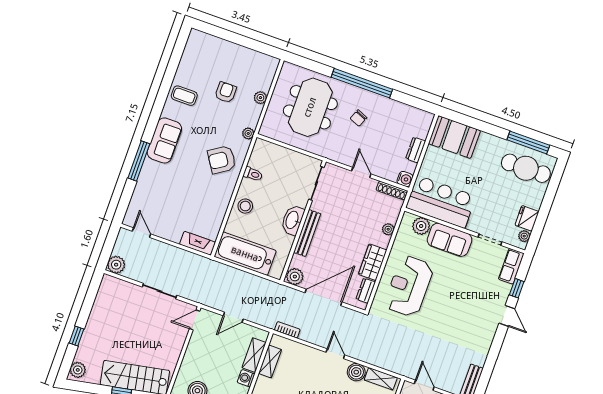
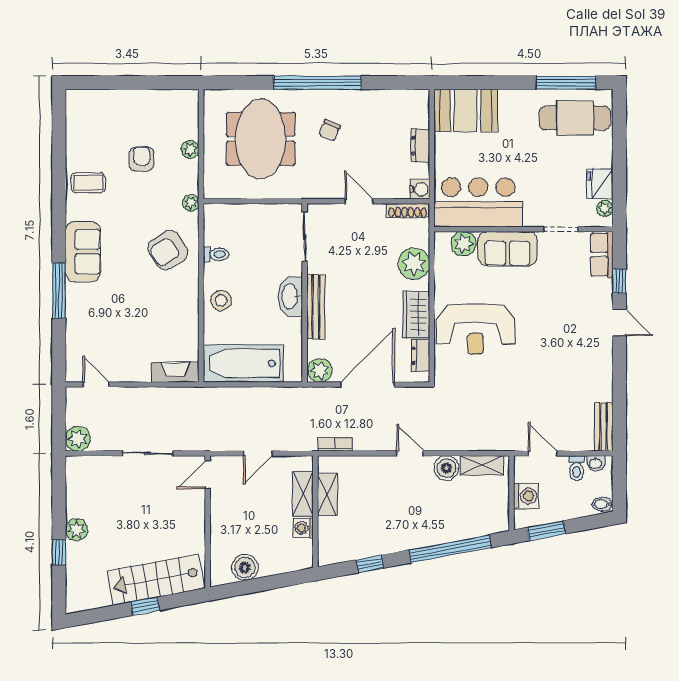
plant: (388, 229) -> (414, 264), width x1.88, depth x1.88
reception desk: (409, 286) -> (476, 329), turned -90
plant: (78, 370) -> (77, 530), moved

